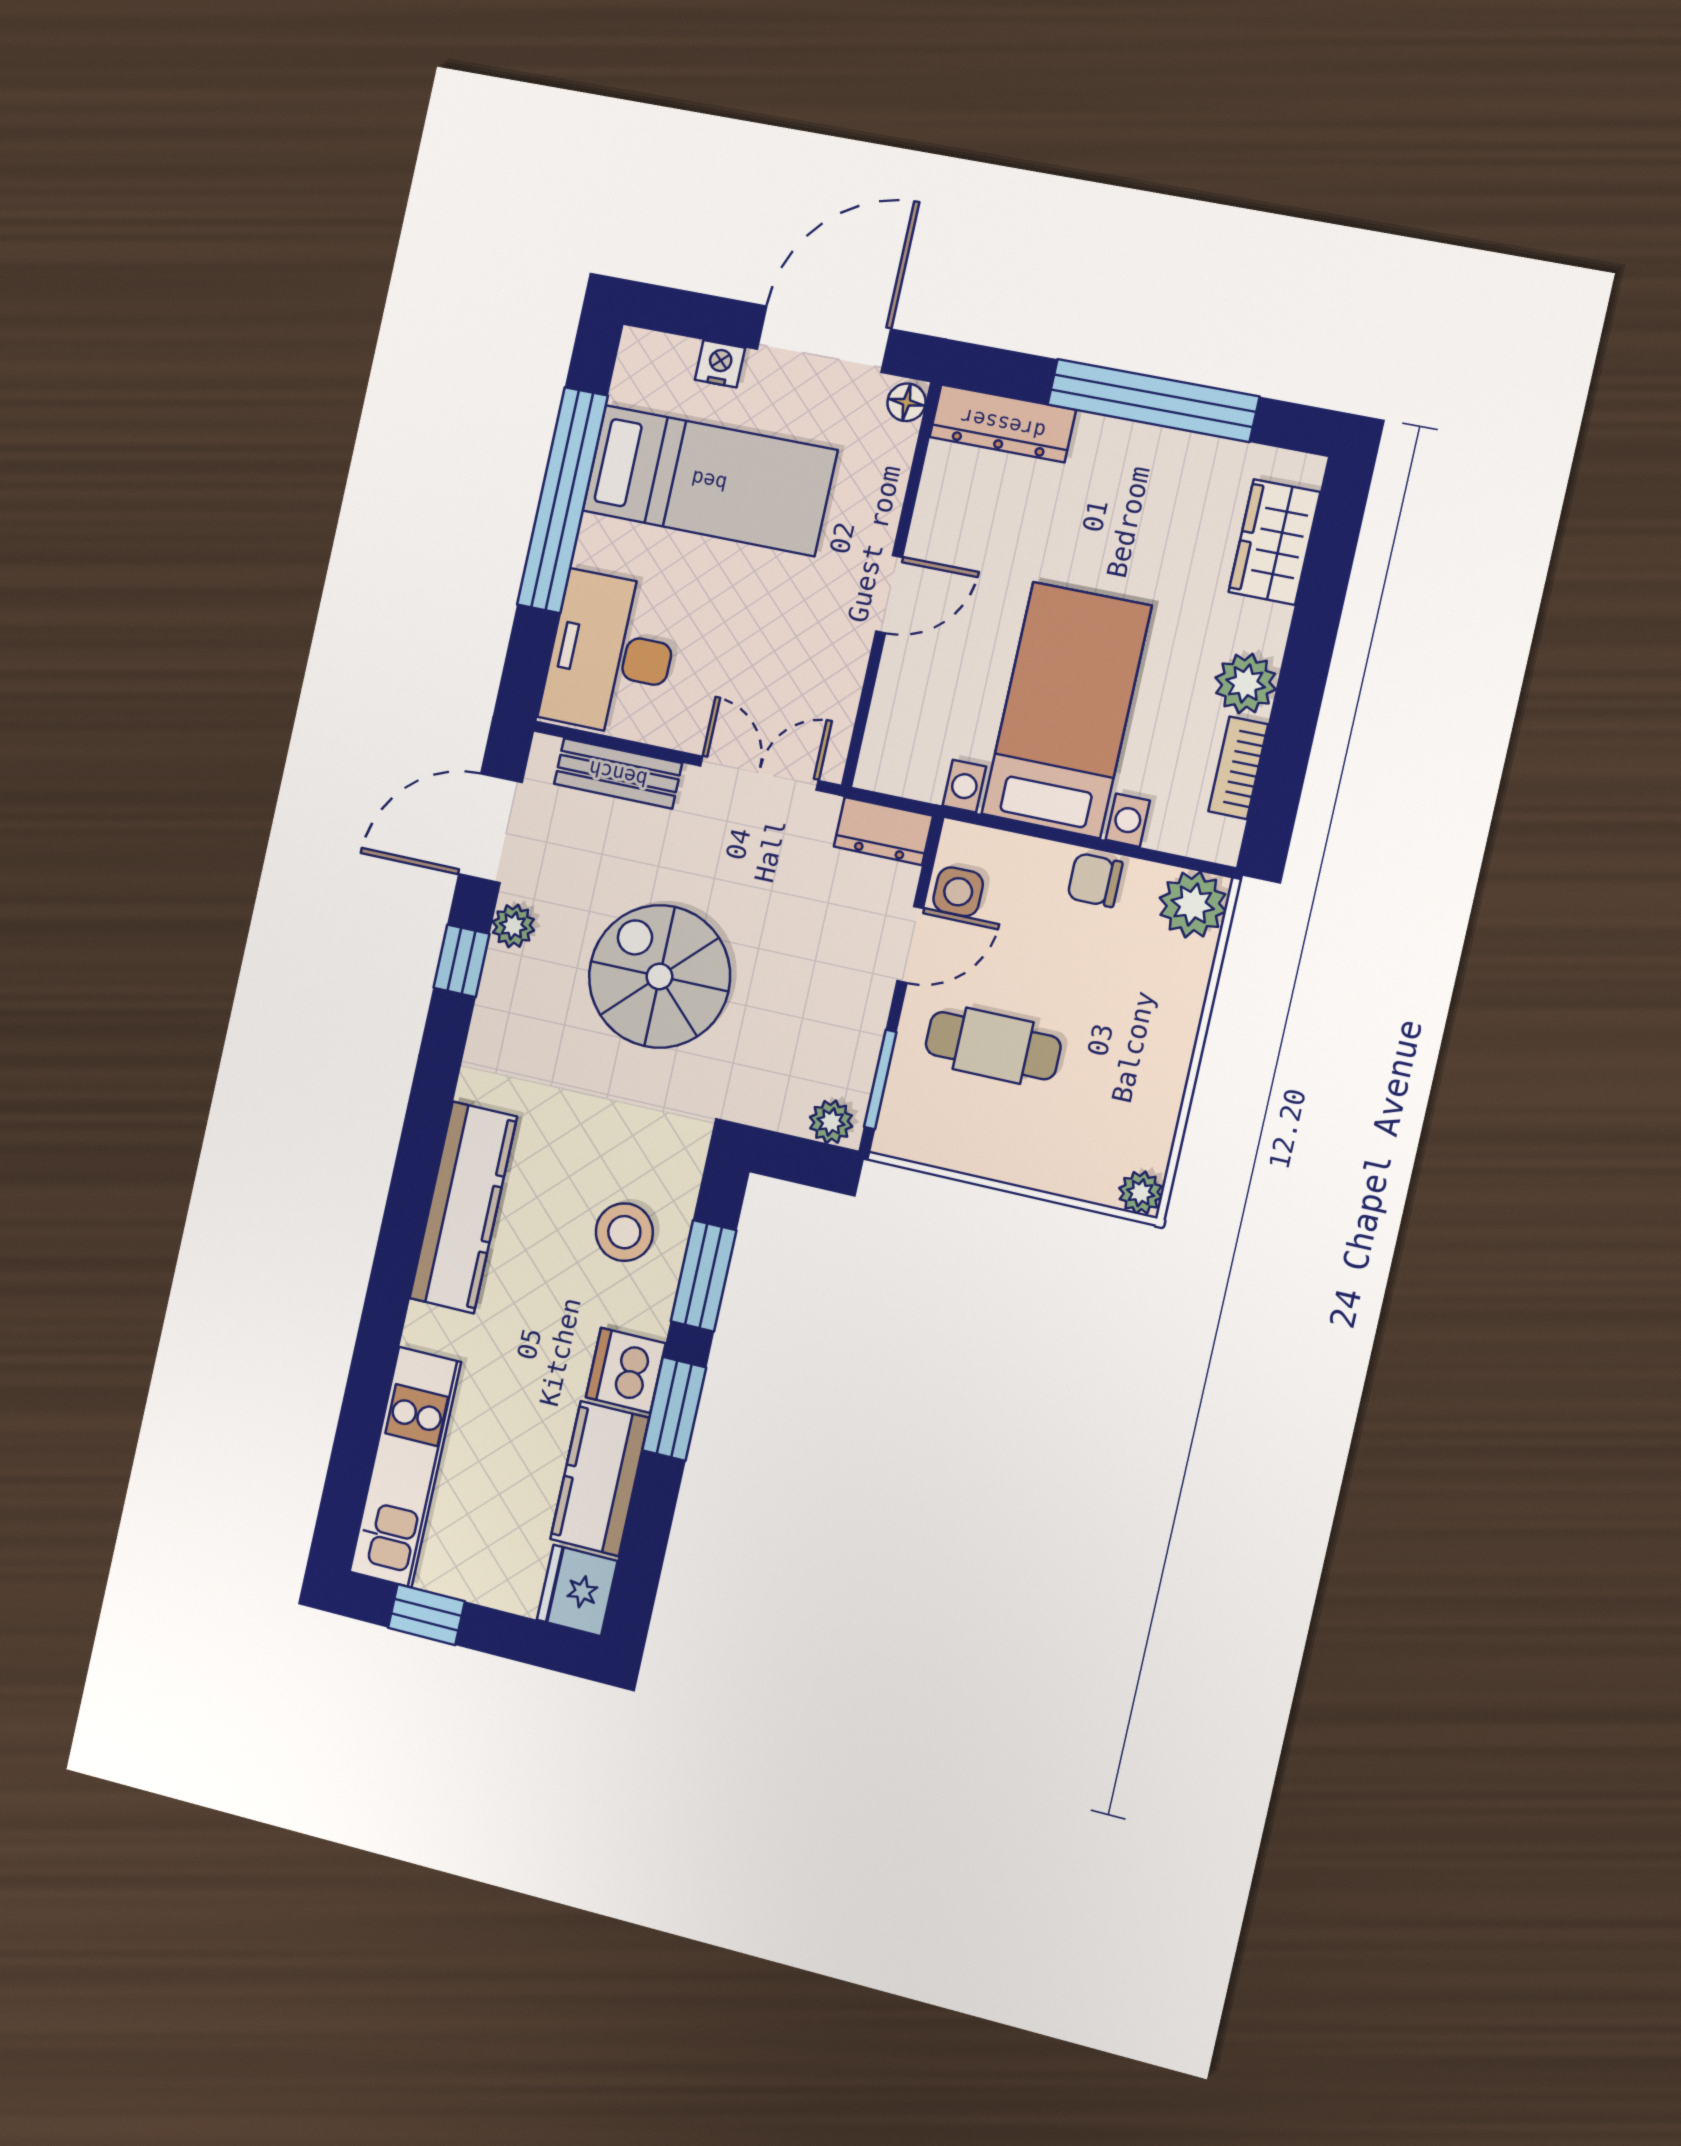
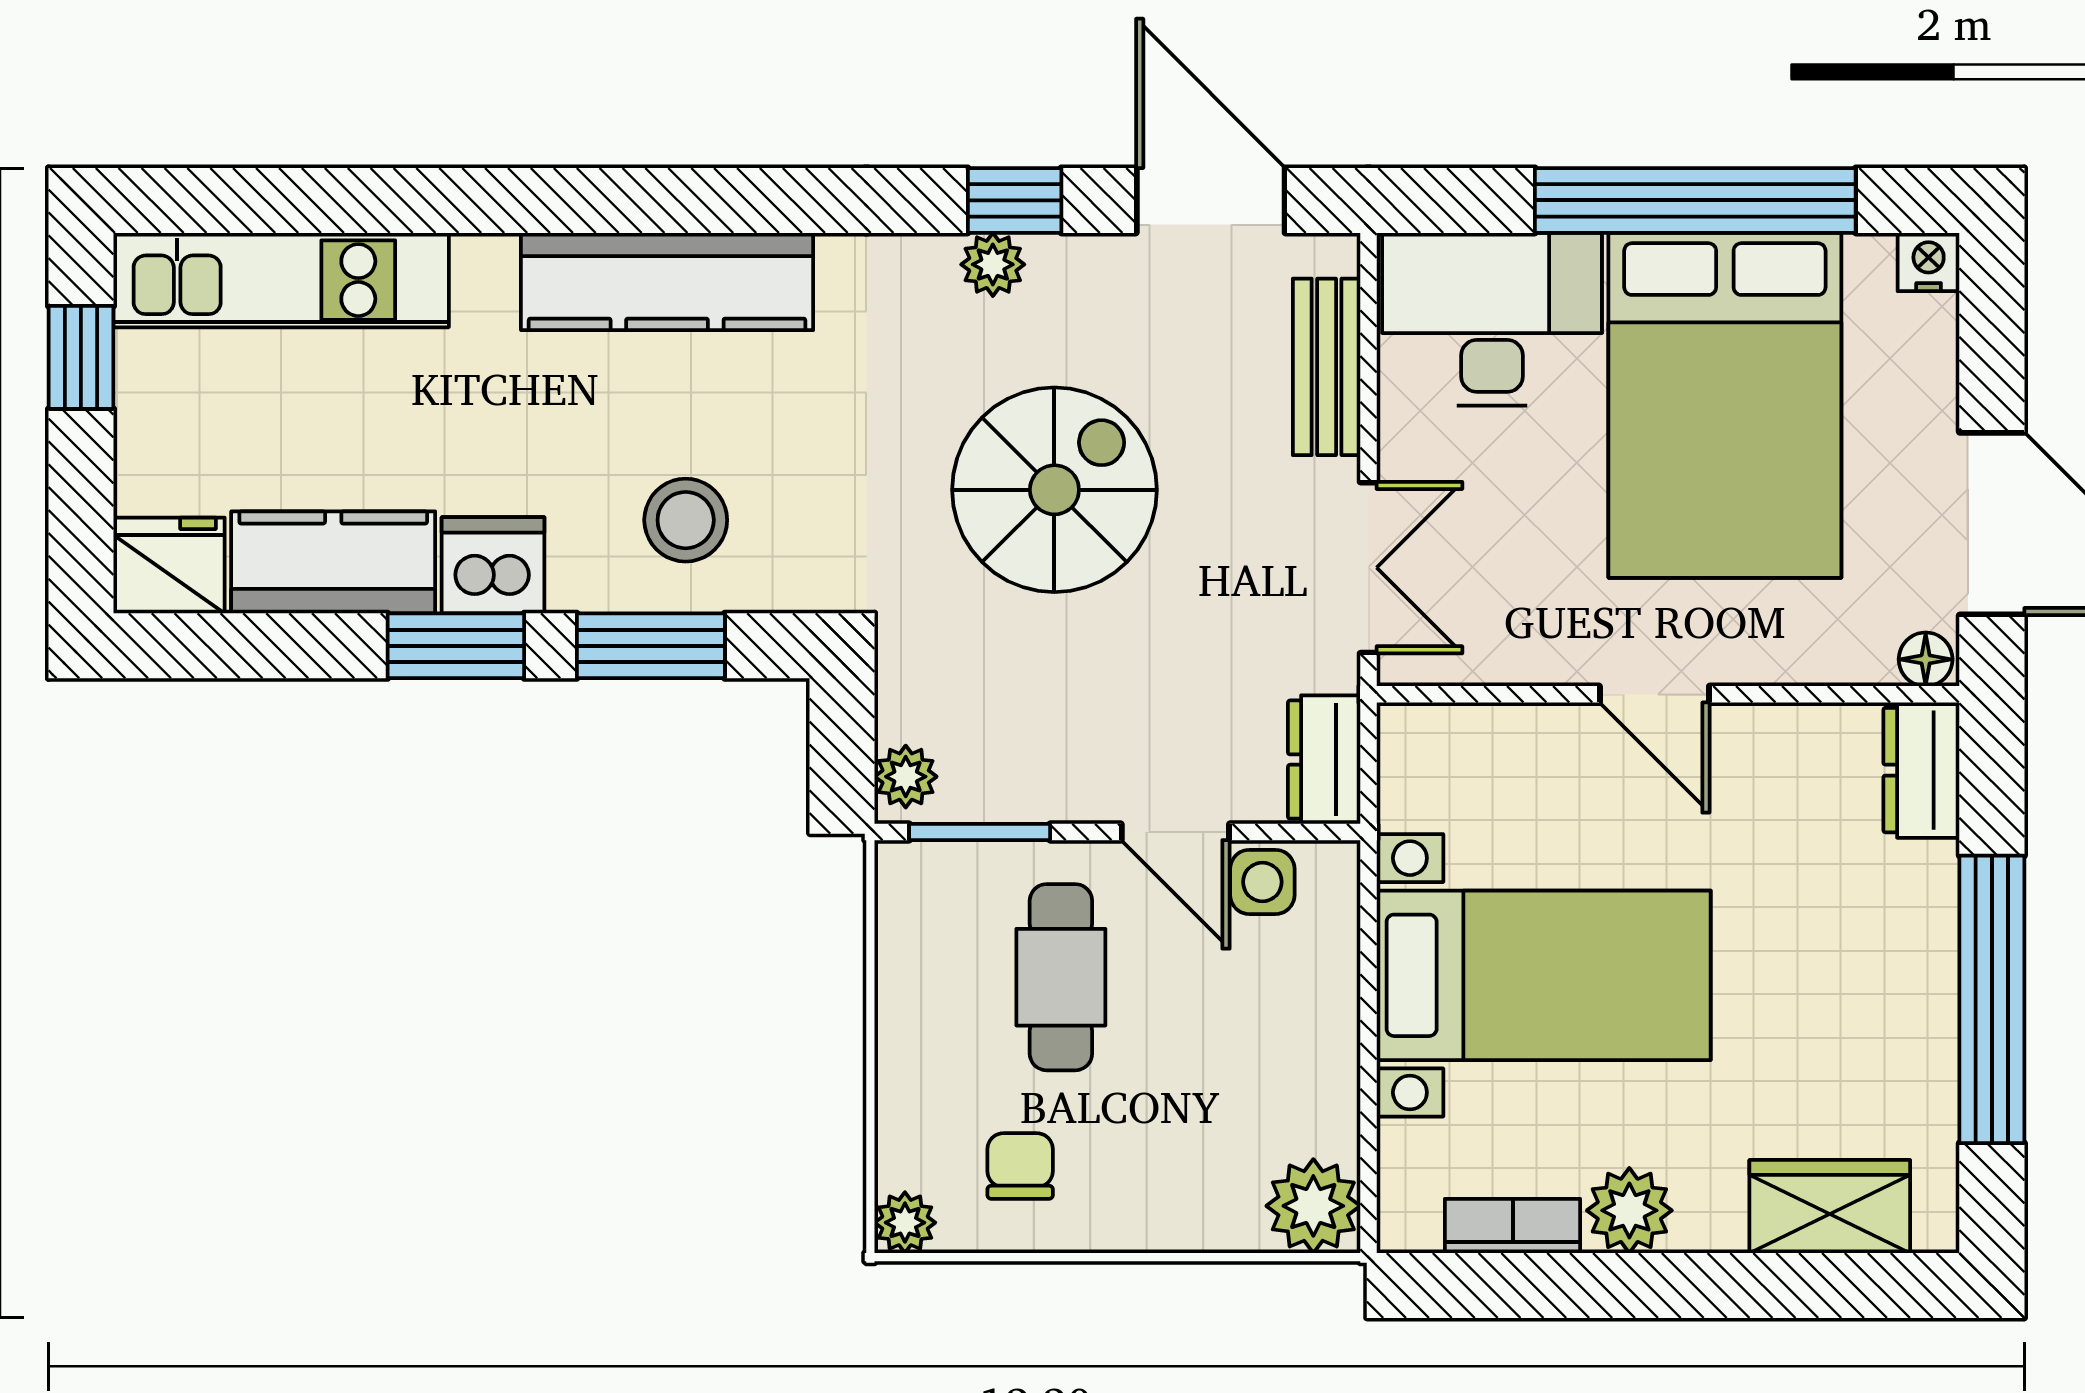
nightstand: (720, 364) -> (1929, 262), moved, turned -90
dresser: (1003, 423) -> (1921, 770), width x0.70
bed: (709, 480) -> (1725, 405), width x1.50
chair: (1095, 880) -> (1020, 1166), moved
plant: (513, 926) -> (993, 264), moved

